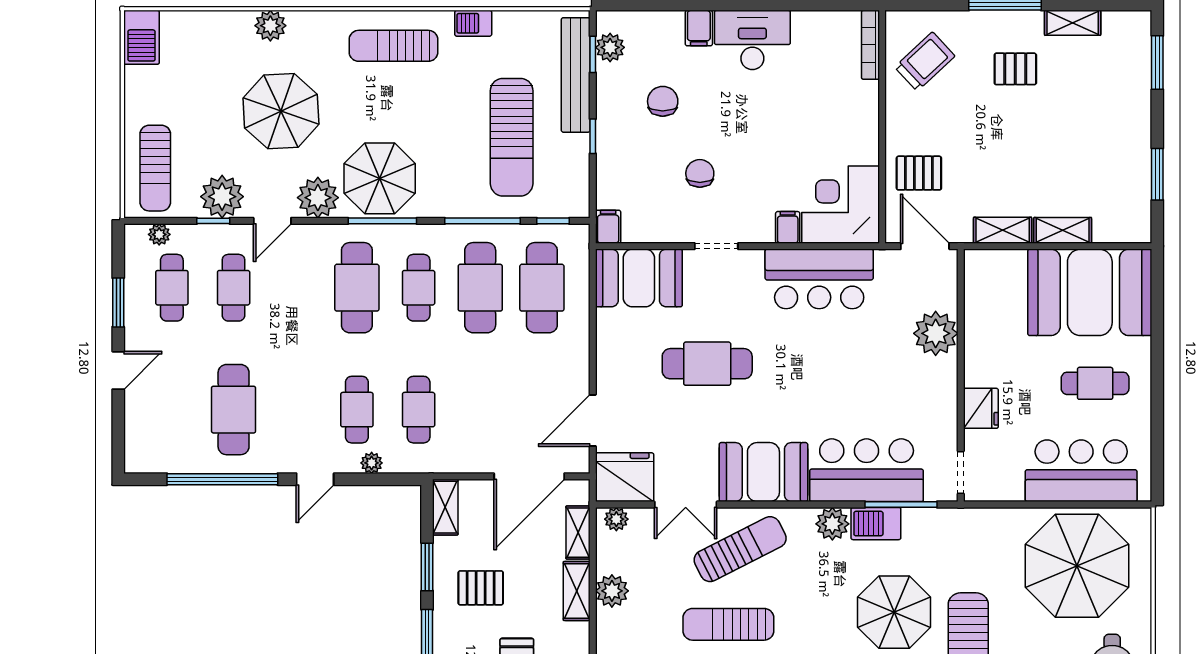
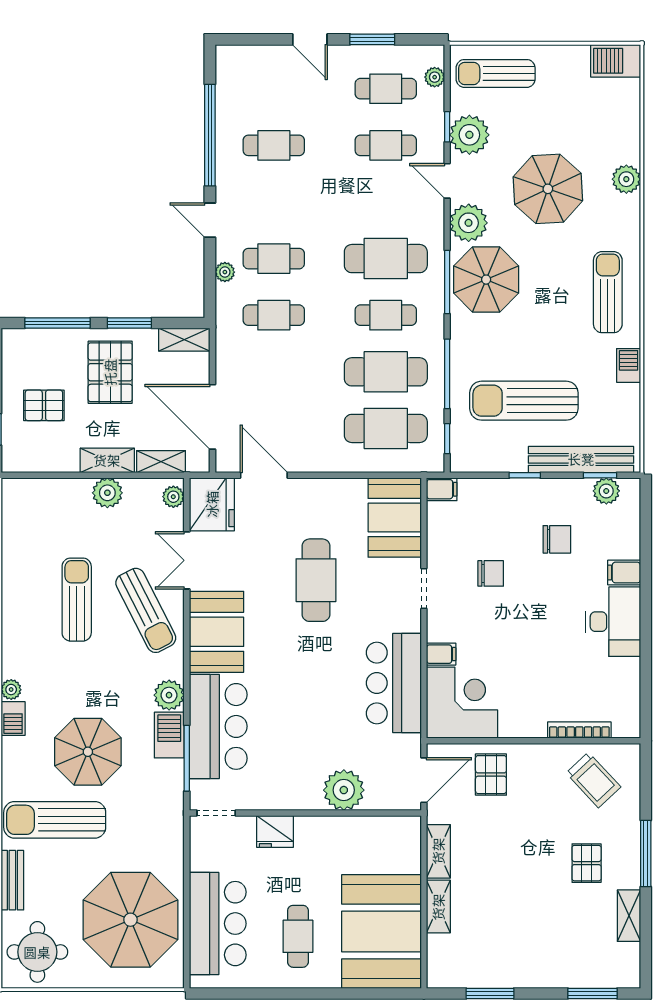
bookcase: (870, 45) -> (579, 730), moved
cafe table: (234, 410) -> (274, 145), width x0.73, depth x0.74
pallet: (481, 588) -> (110, 372), width x1.50, depth x1.42

